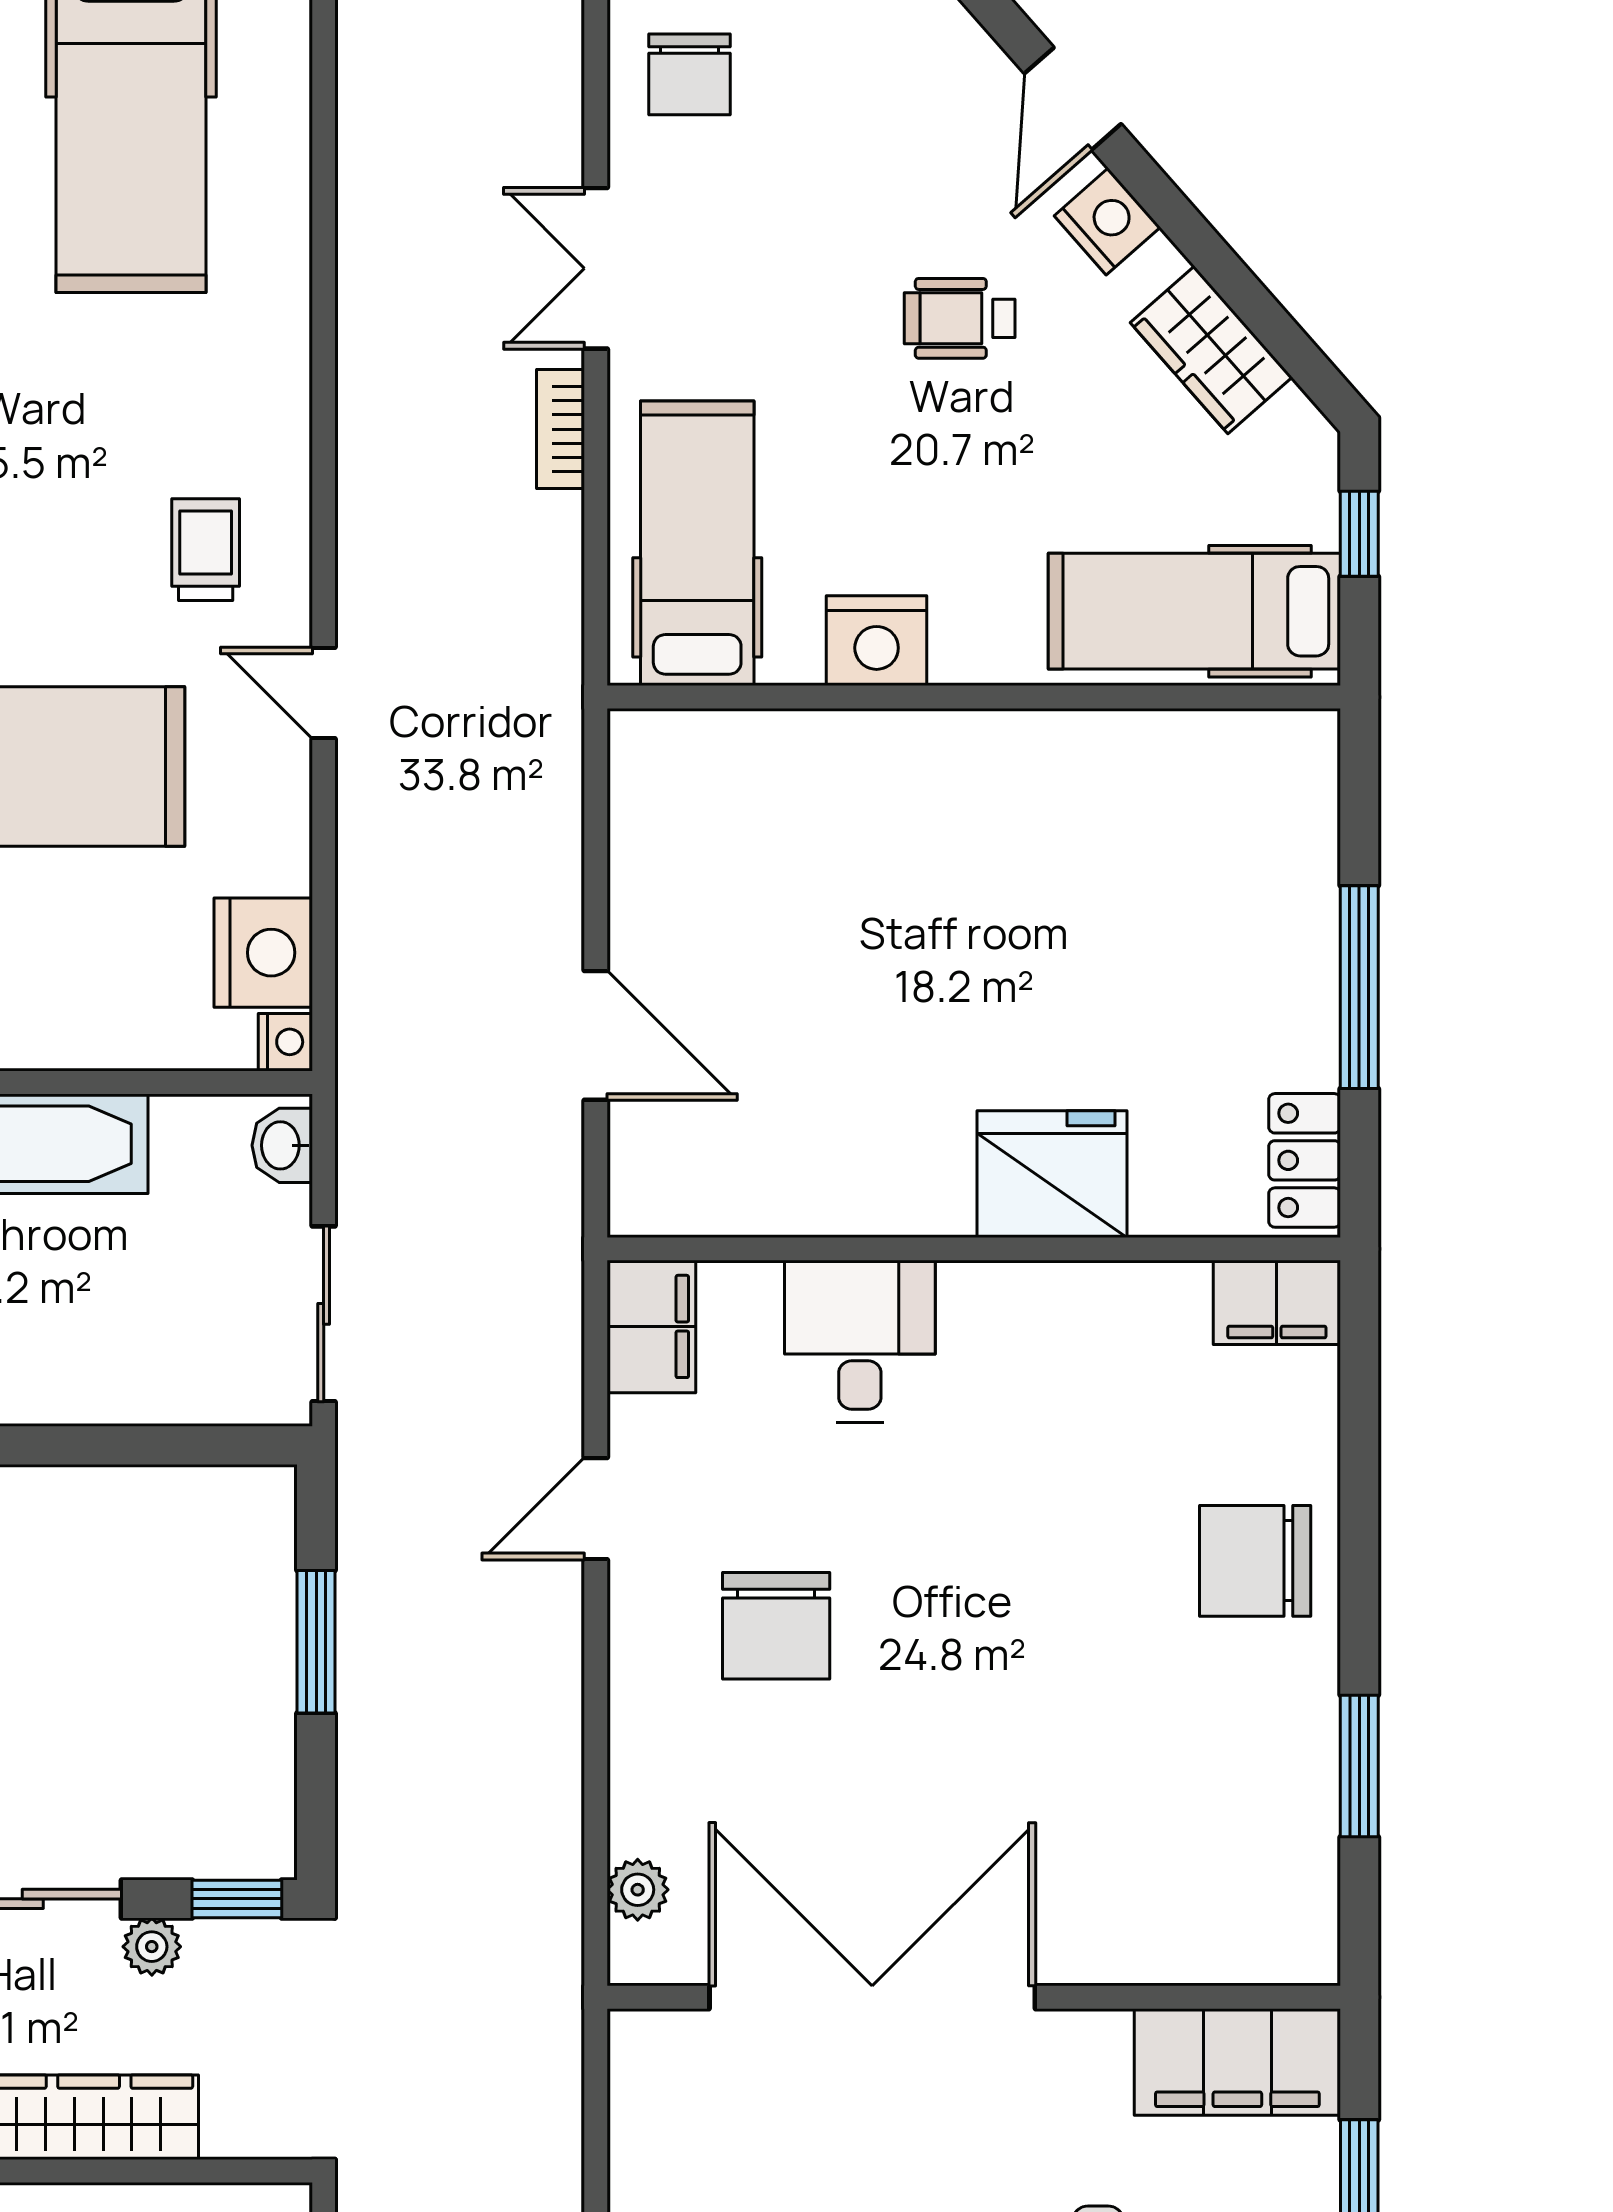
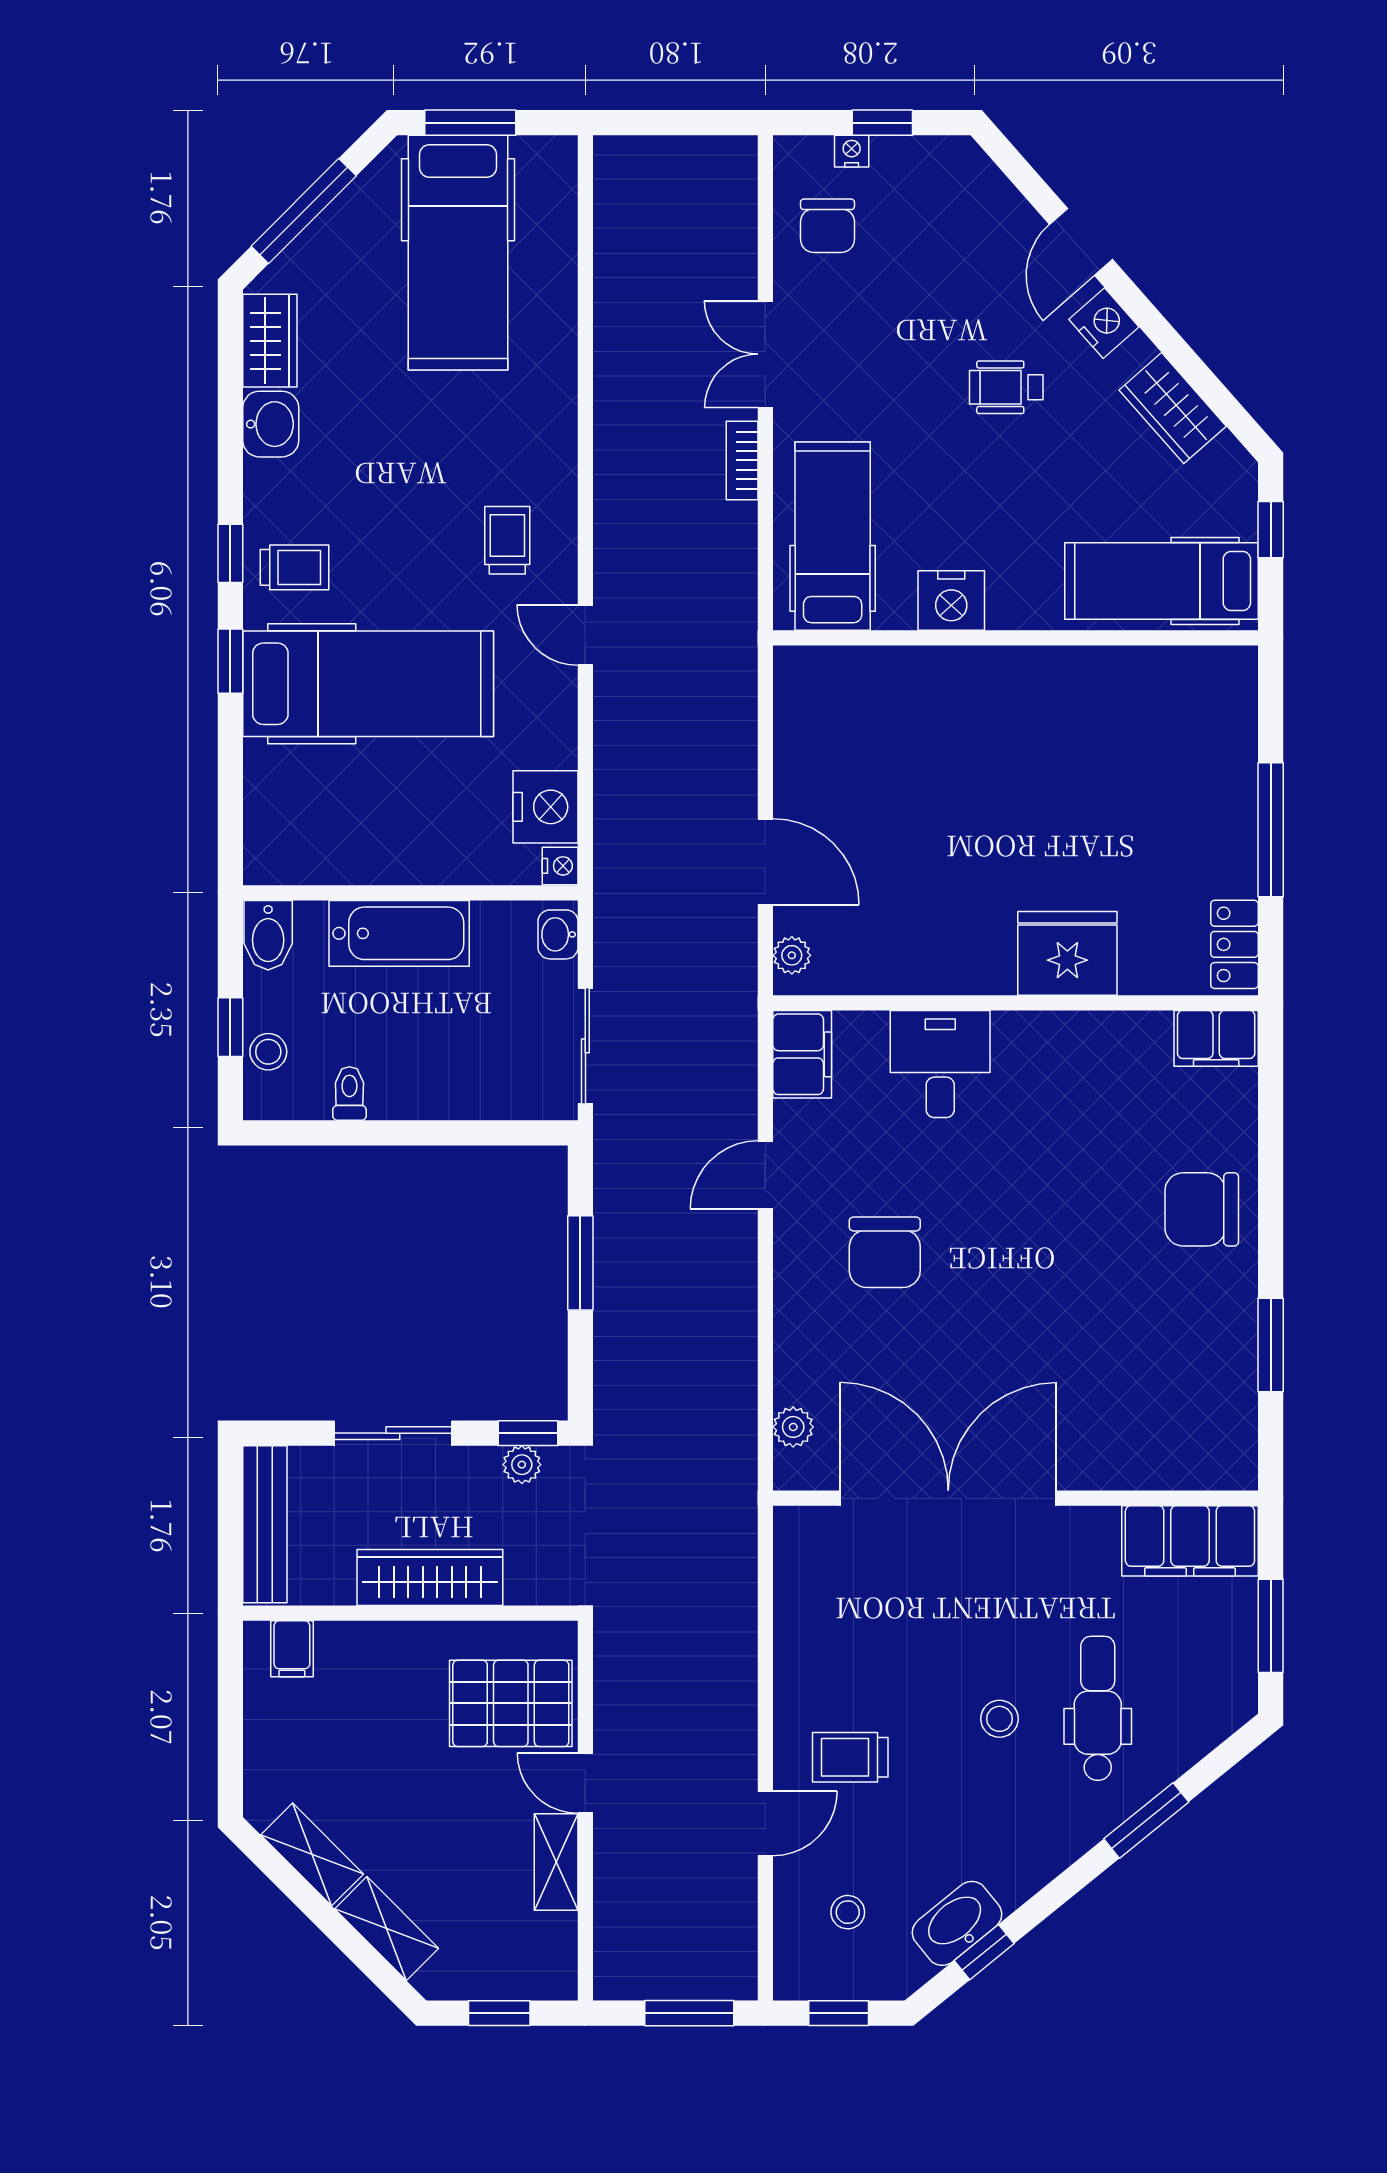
plant: (636, 1177) -> (792, 955), added
plant: (152, 1947) -> (522, 1465), moved

